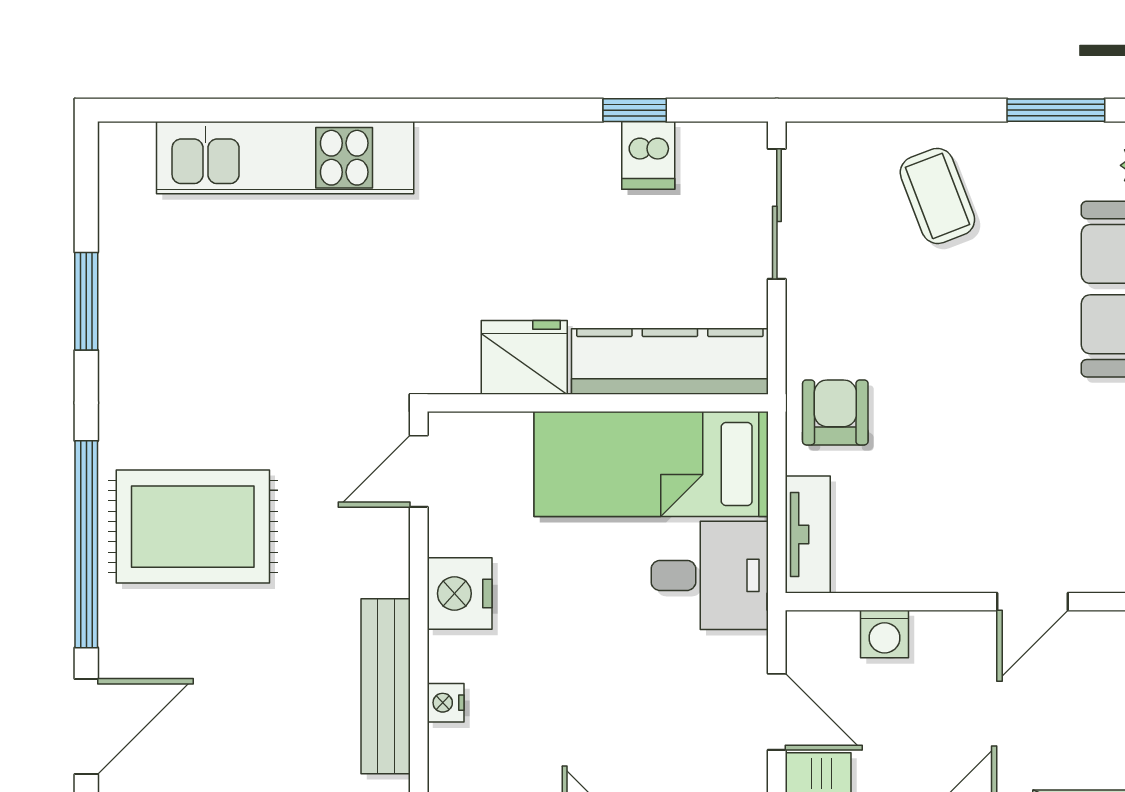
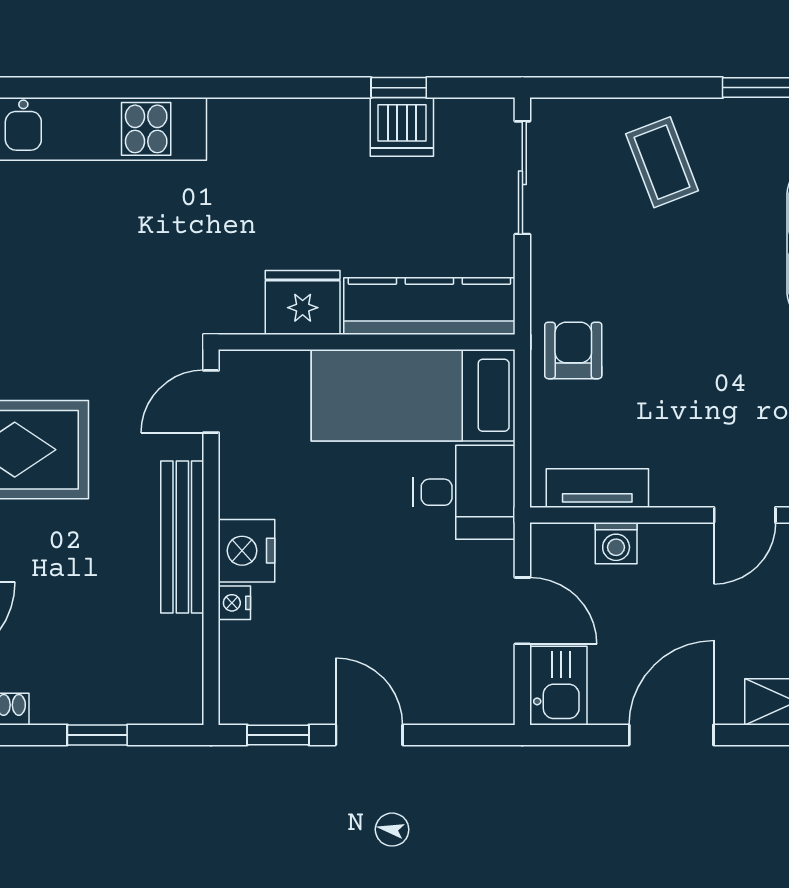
dishwasher: (648, 155) -> (402, 127), width x1.38
tv unit: (808, 534) -> (597, 488), moved, turned -90
nightstand: (460, 593) -> (246, 551), moved
bench: (386, 686) -> (182, 537), moved

